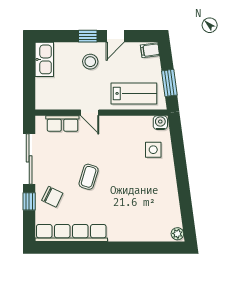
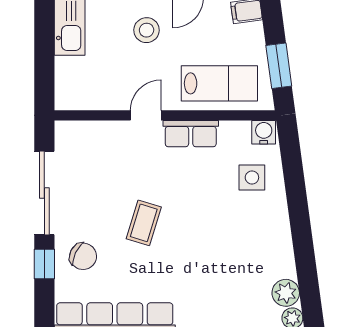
door: (90, 113) -> (146, 115), swing flipped
row of seats: (62, 123) -> (191, 134), moved
plant: (173, 219) -> (286, 293), added

